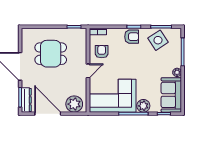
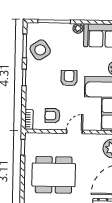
armchair: (132, 37) -> (69, 78), moved
dining table: (51, 54) -> (54, 175), width x1.38
door: (88, 71) -> (74, 132), hinge flipped

